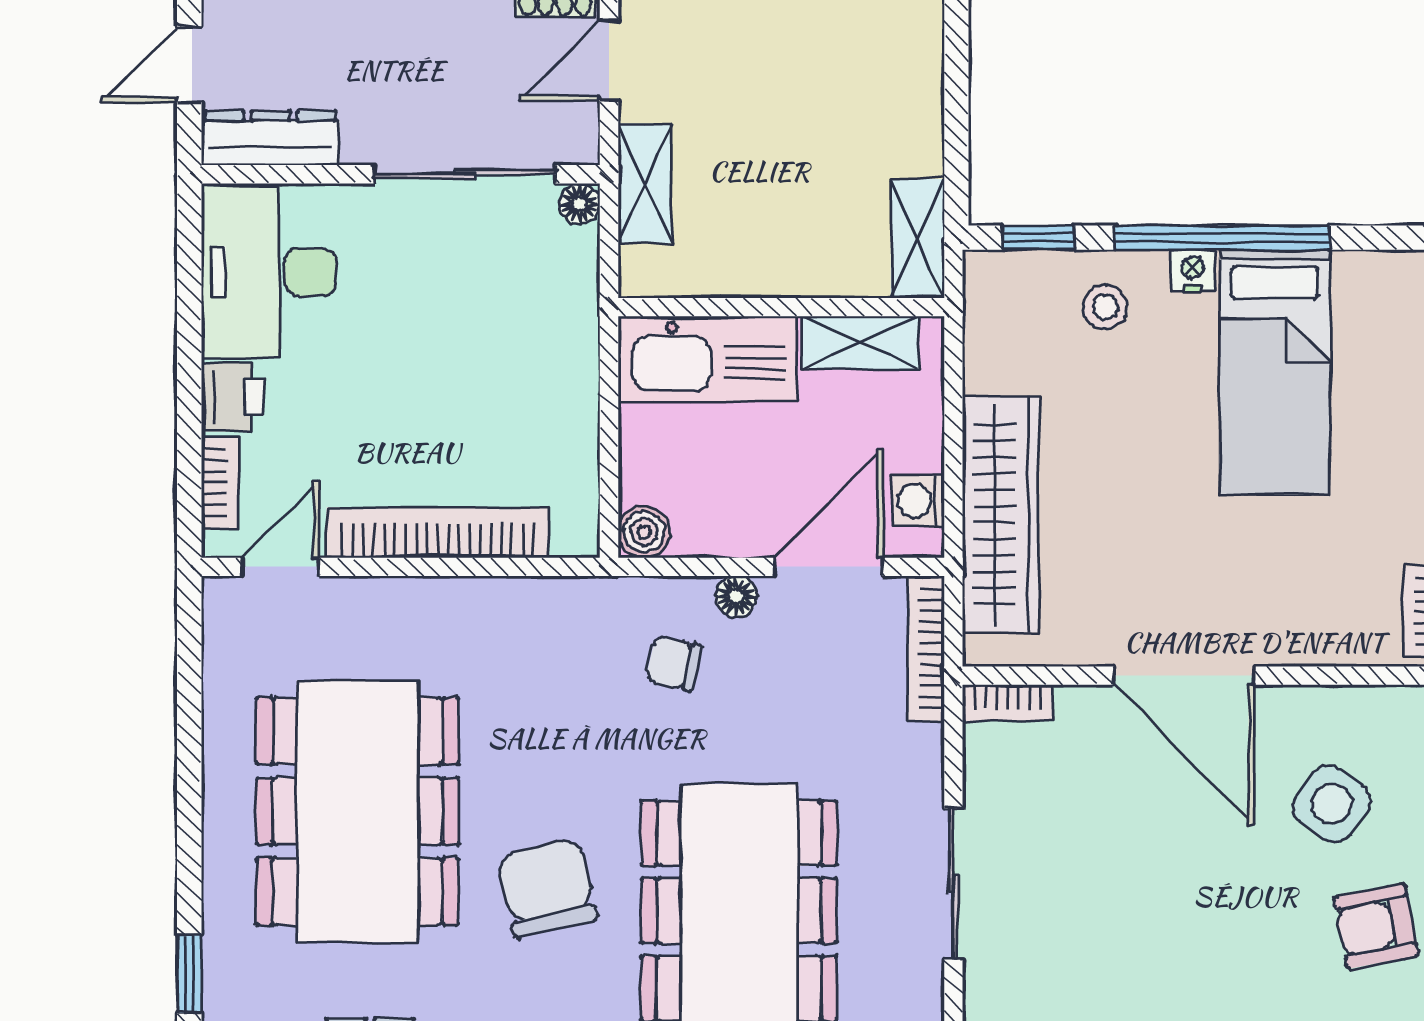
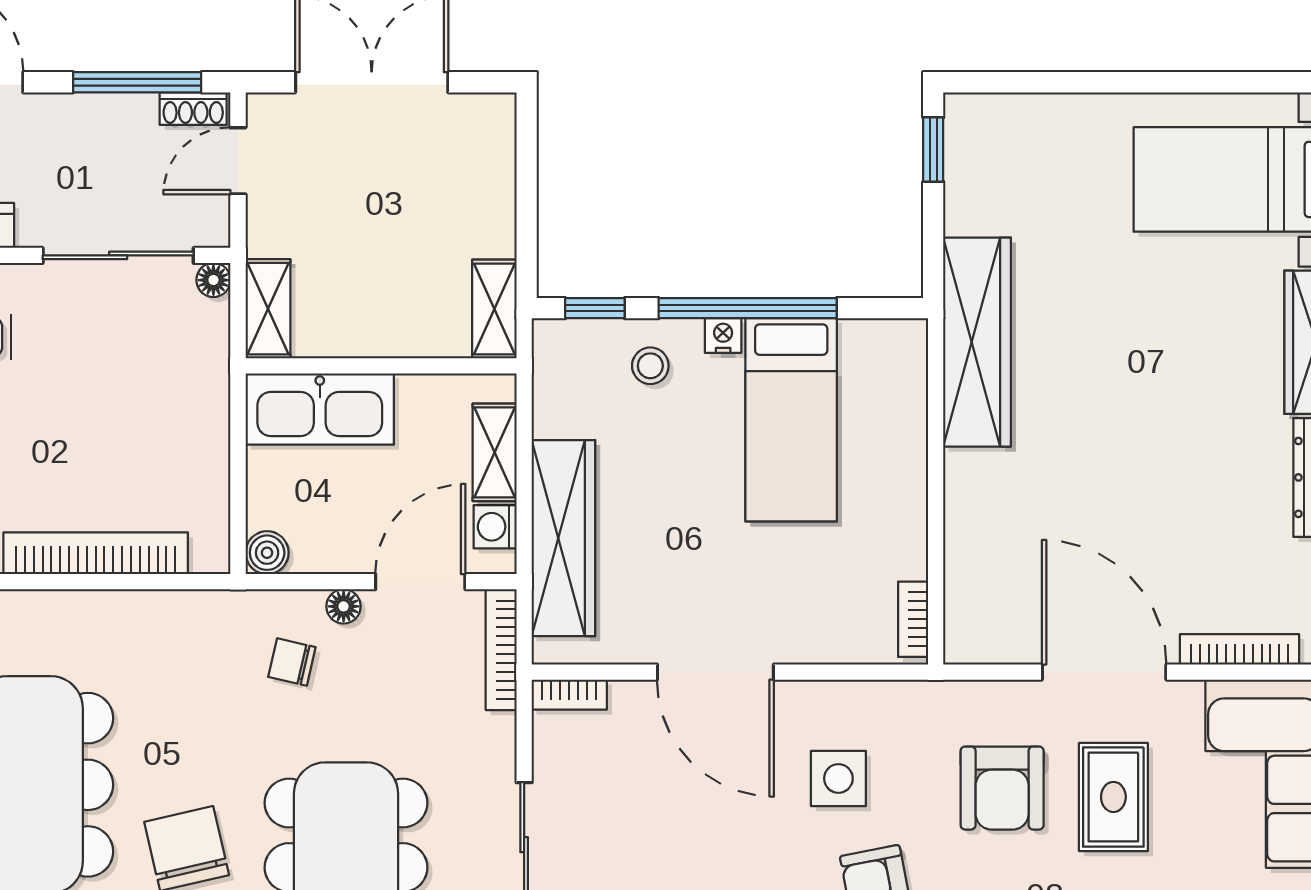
shelving: (645, 183) -> (268, 309), moved
shelving: (860, 343) -> (495, 452), moved, turned 90
side table: (1332, 804) -> (838, 778), turned -36

